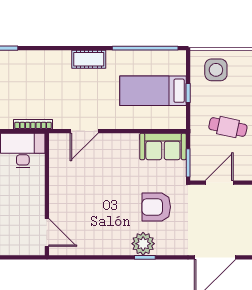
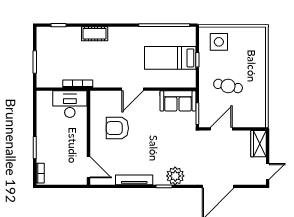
cot: (89, 59) -> (95, 34), moved
door: (84, 131) -> (133, 89), moved
armchair: (156, 207) -> (117, 128), moved
plant: (143, 244) -> (175, 176), moved
tv unit: (106, 249) -> (134, 180), added

